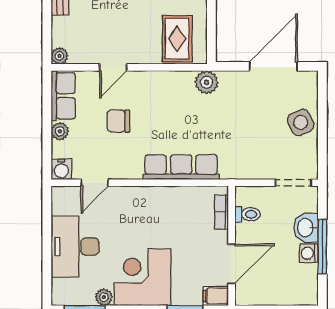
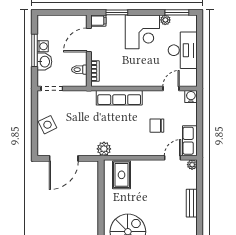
door: (113, 67) -> (173, 158), moved
chair: (118, 121) -> (157, 126), turned 180
plant: (60, 131) -> (192, 119), removed

